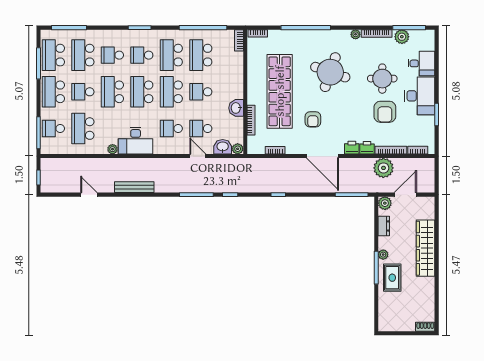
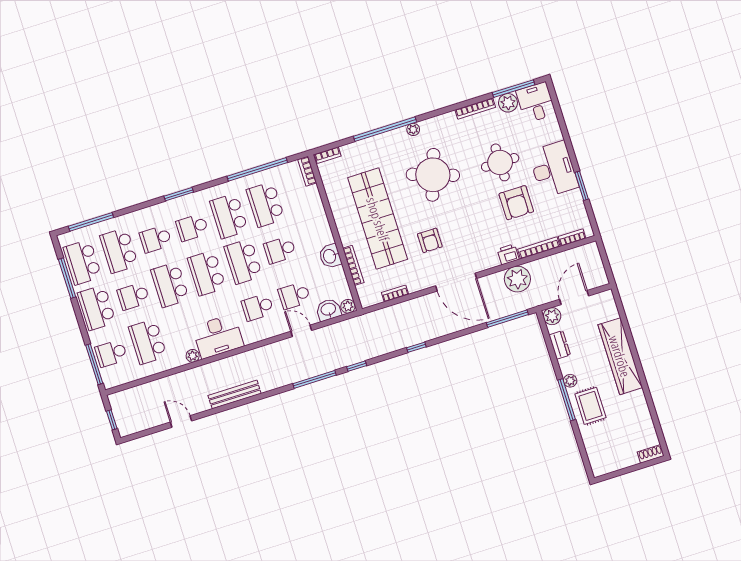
plant: (356, 34) -> (413, 129), moved
desk: (421, 63) -> (536, 102), moved, turned -90
printer: (352, 148) -> (489, 260), removed
plant: (383, 168) -> (517, 279), moved

